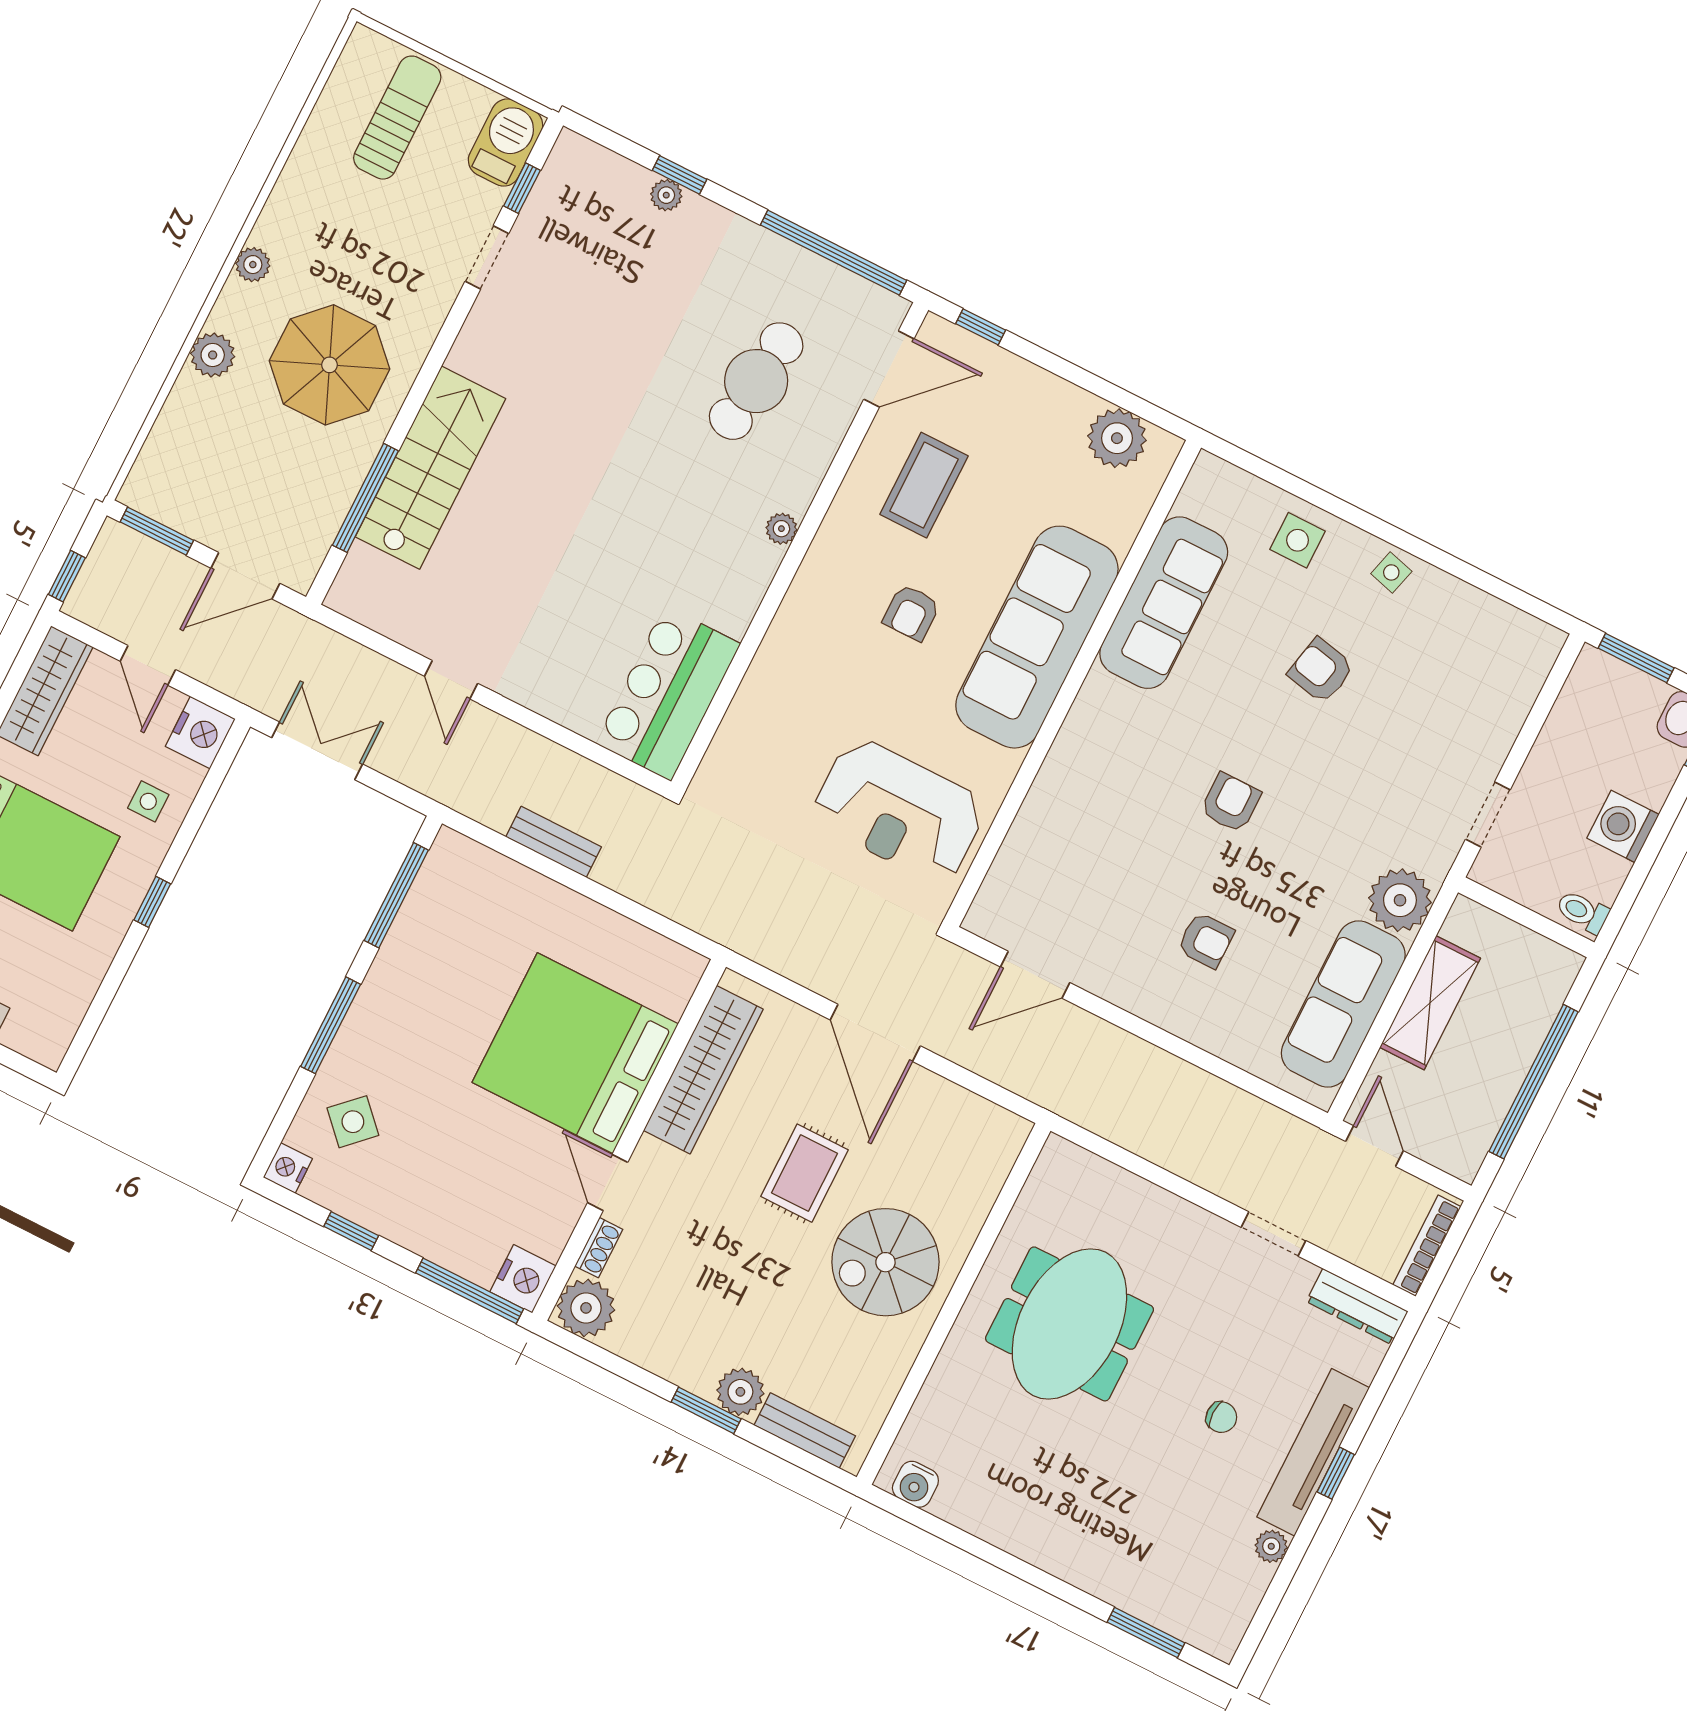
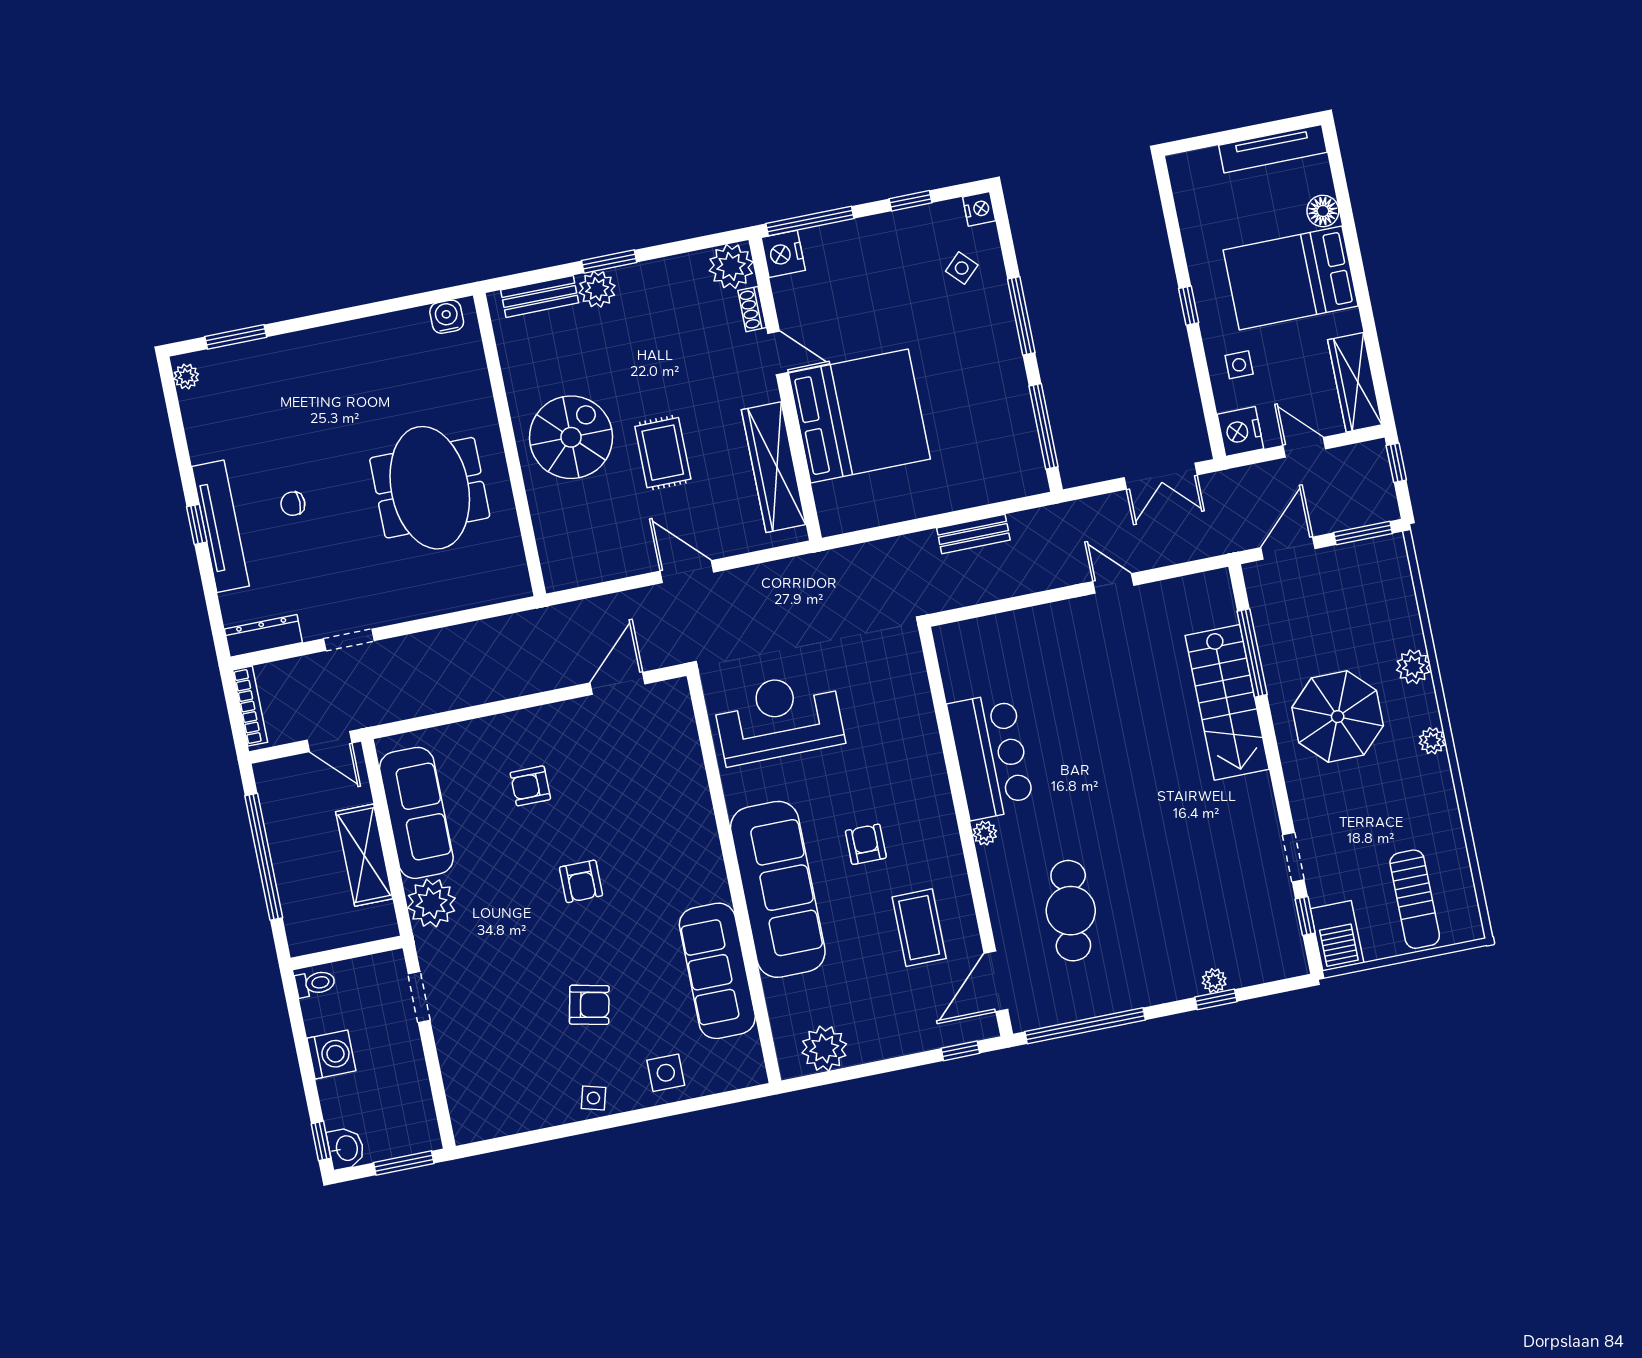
bar counter: (668, 693) -> (991, 756), moved
door: (875, 1033) -> (687, 572), width x0.73
side table: (353, 1122) -> (962, 268), width x0.73, depth x0.73
plant: (1271, 1546) -> (186, 376), moved

